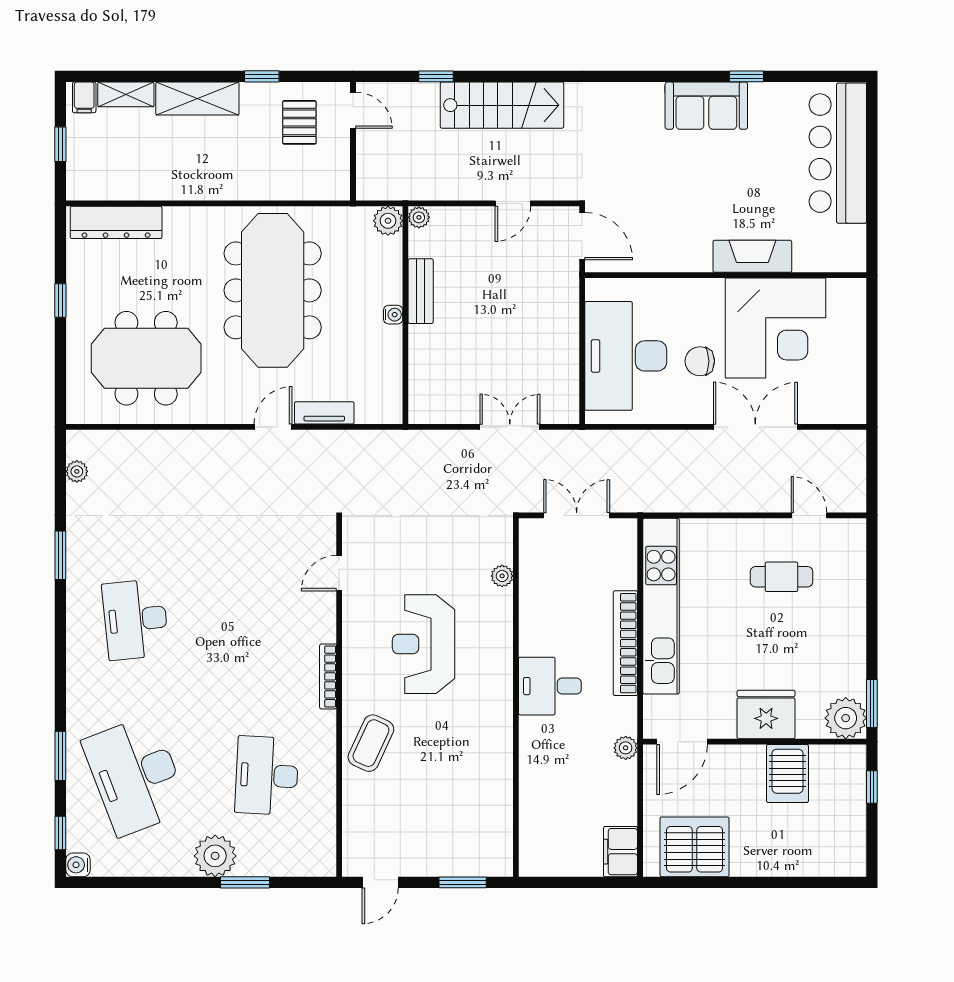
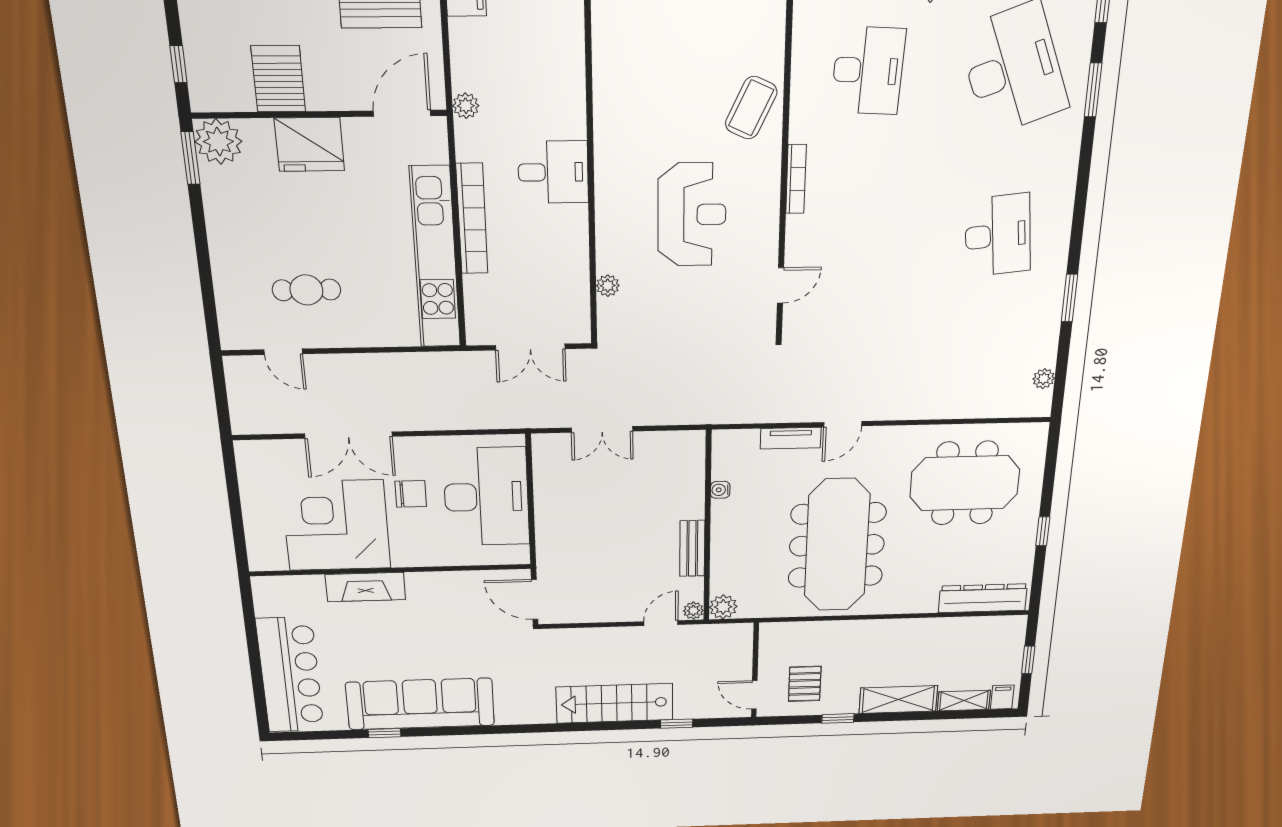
sofa: (706, 106) -> (420, 704), width x1.85, depth x1.27
door: (513, 203) -> (661, 623), moved
water cooler: (393, 315) -> (720, 490), moved

